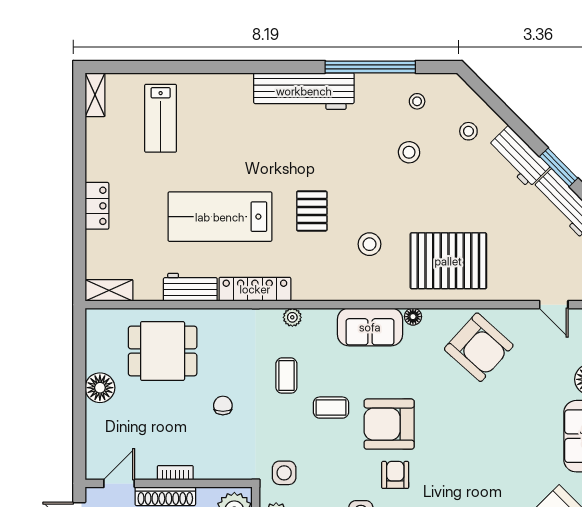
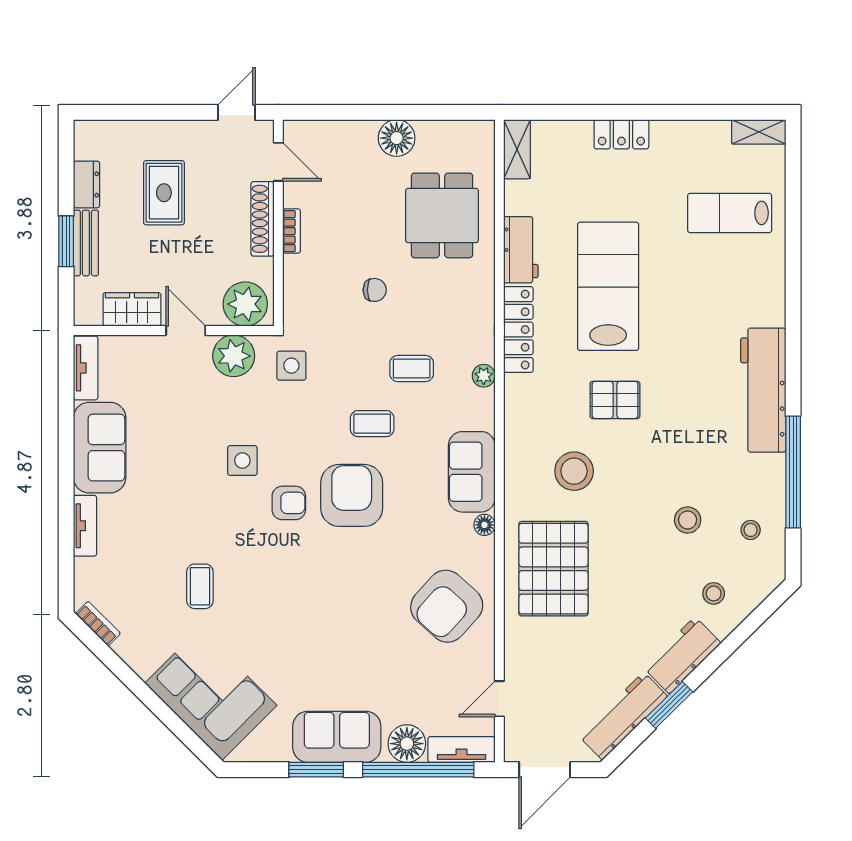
stool: (369, 244) -> (574, 471), width x1.38, depth x1.38
coffee table: (331, 408) -> (372, 424), turned 90

